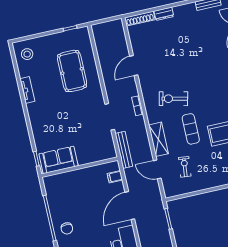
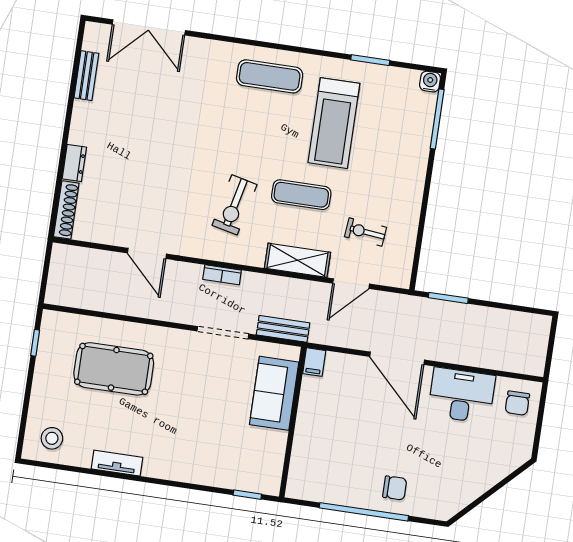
bench: (124, 150) -> (283, 329), width x0.73
sofa: (58, 160) -> (274, 393), moved
filing cabinet: (115, 177) -> (314, 362), moved

